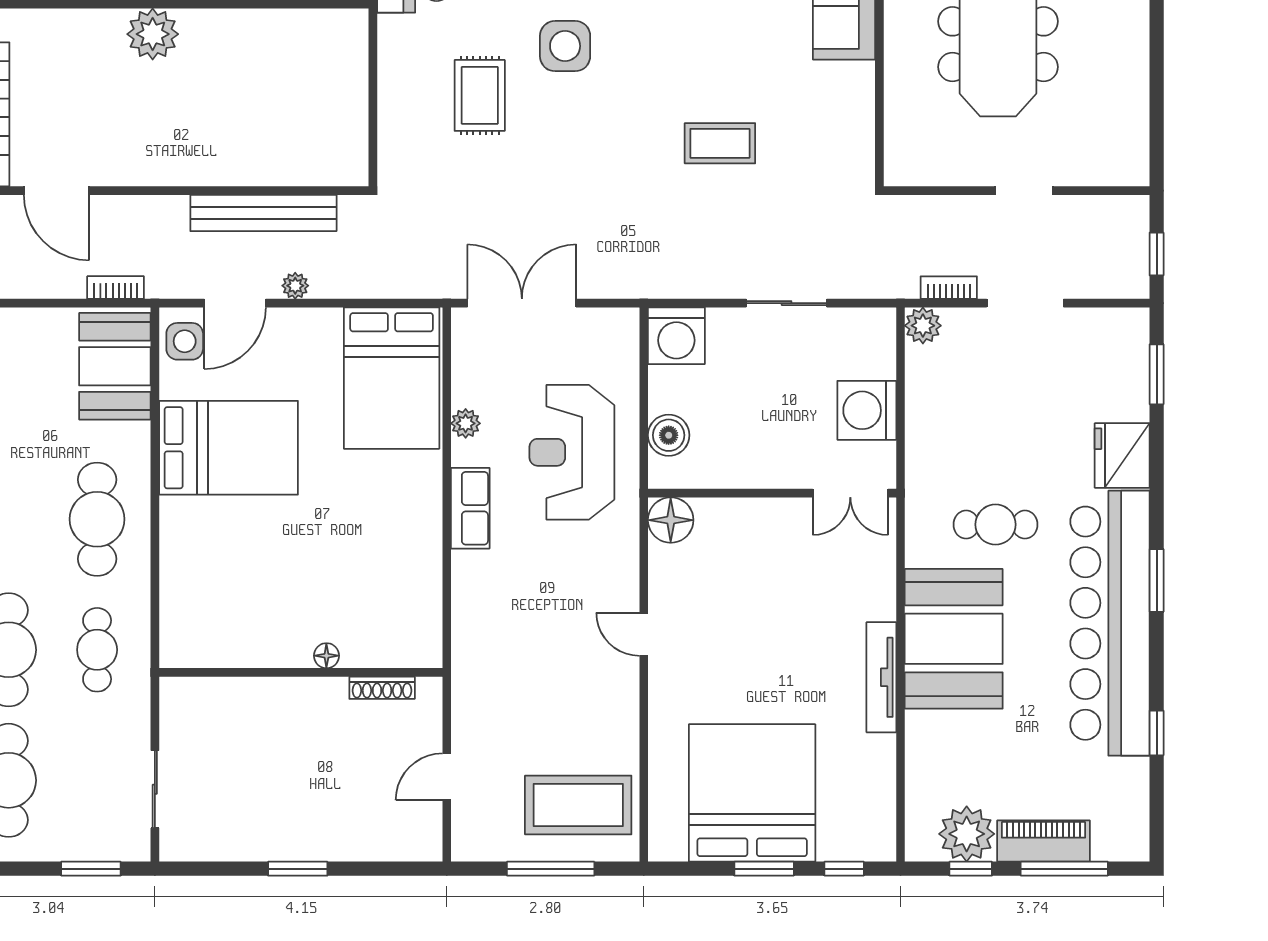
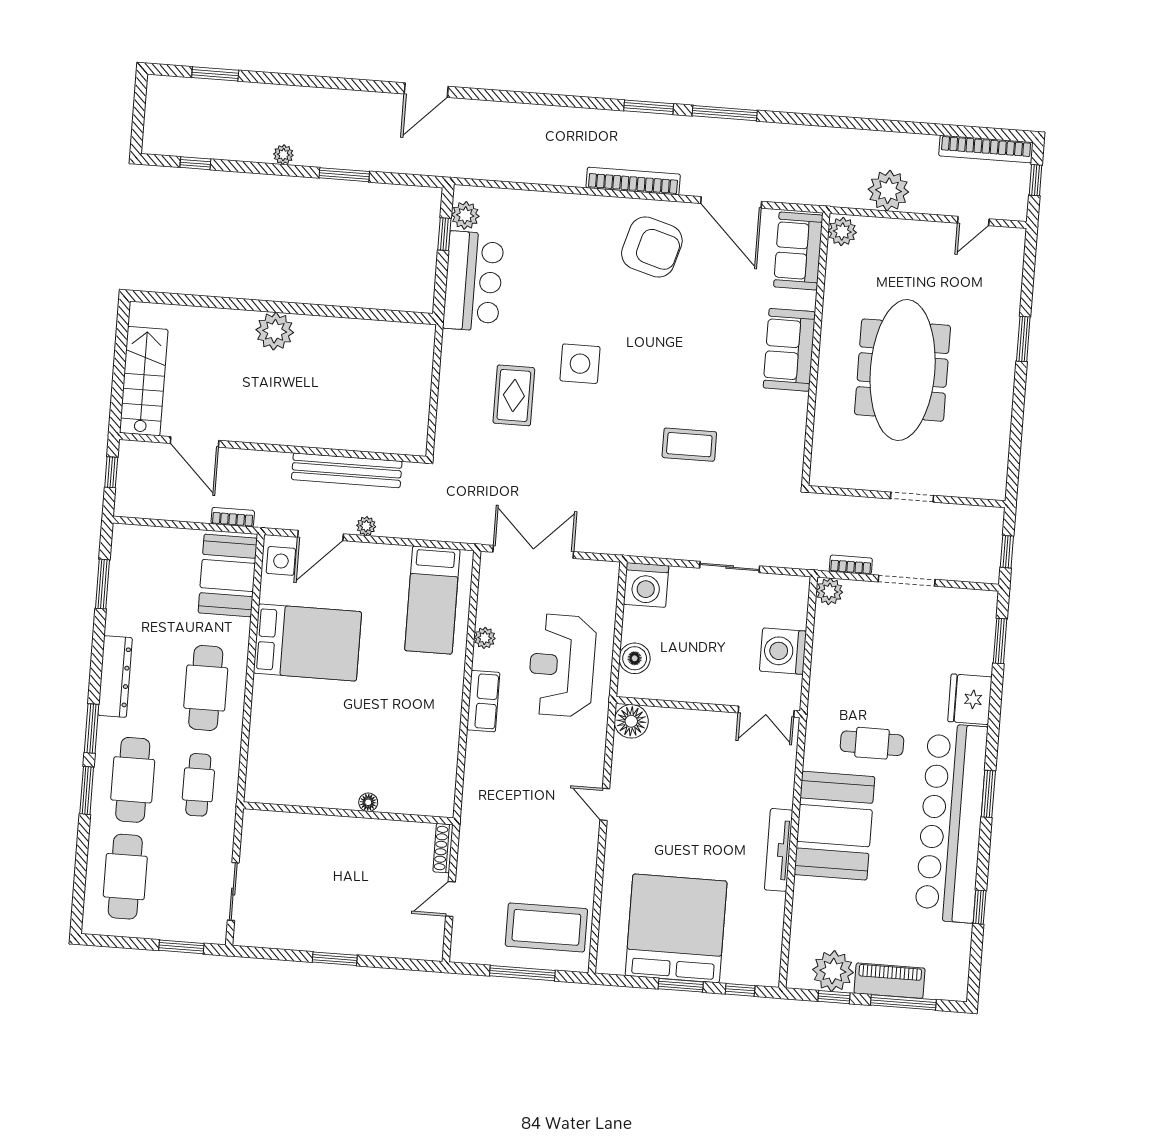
bed: (392, 378) -> (432, 600), width x0.67
shoe rack: (382, 688) -> (443, 848), moved, turned 90

